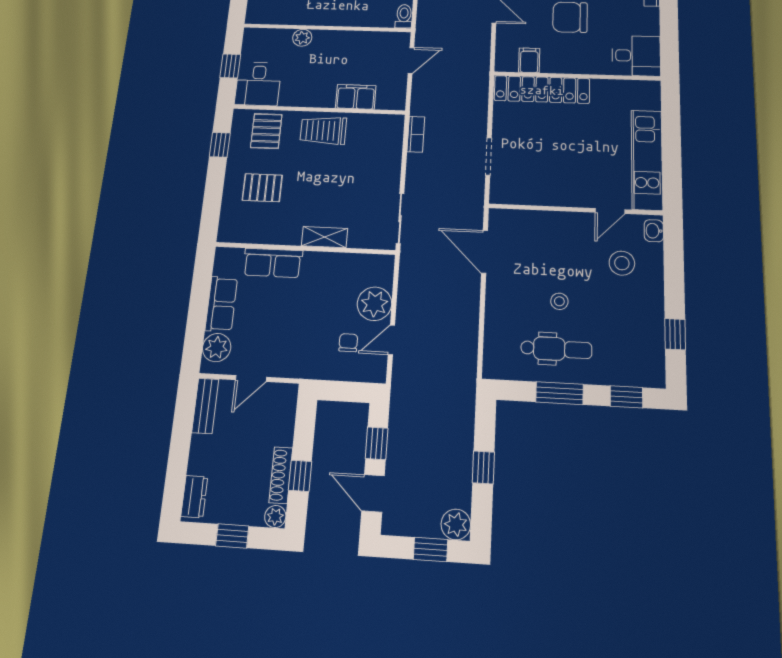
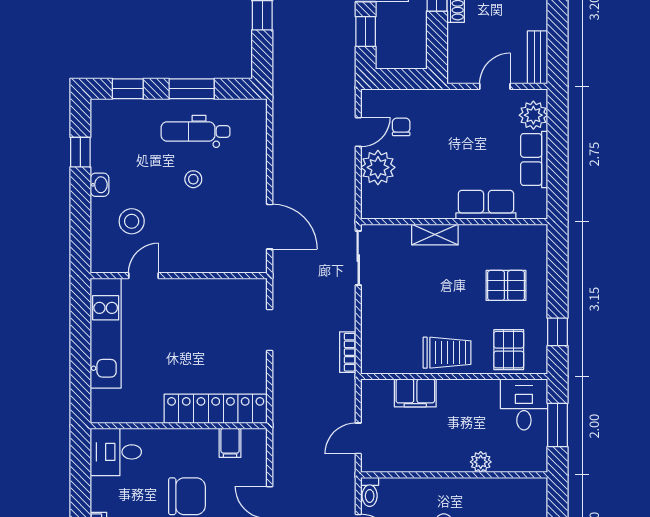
window: (230, 66) -> (557, 425), width x1.50
washbasin: (654, 231) -> (100, 185), moved
chair: (348, 343) -> (401, 127), turned 180

